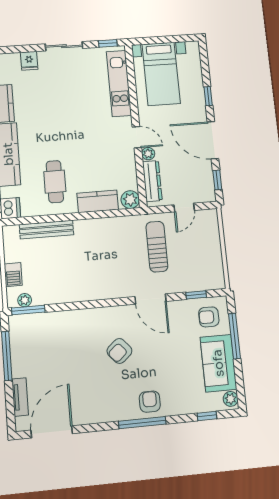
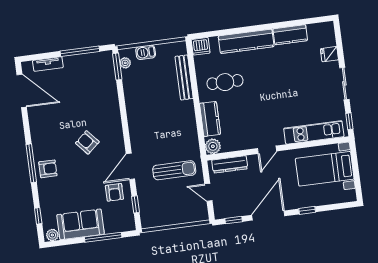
plant: (148, 154) -> (253, 160), removed
armchair: (209, 317) -> (114, 192), moved, turned 180

